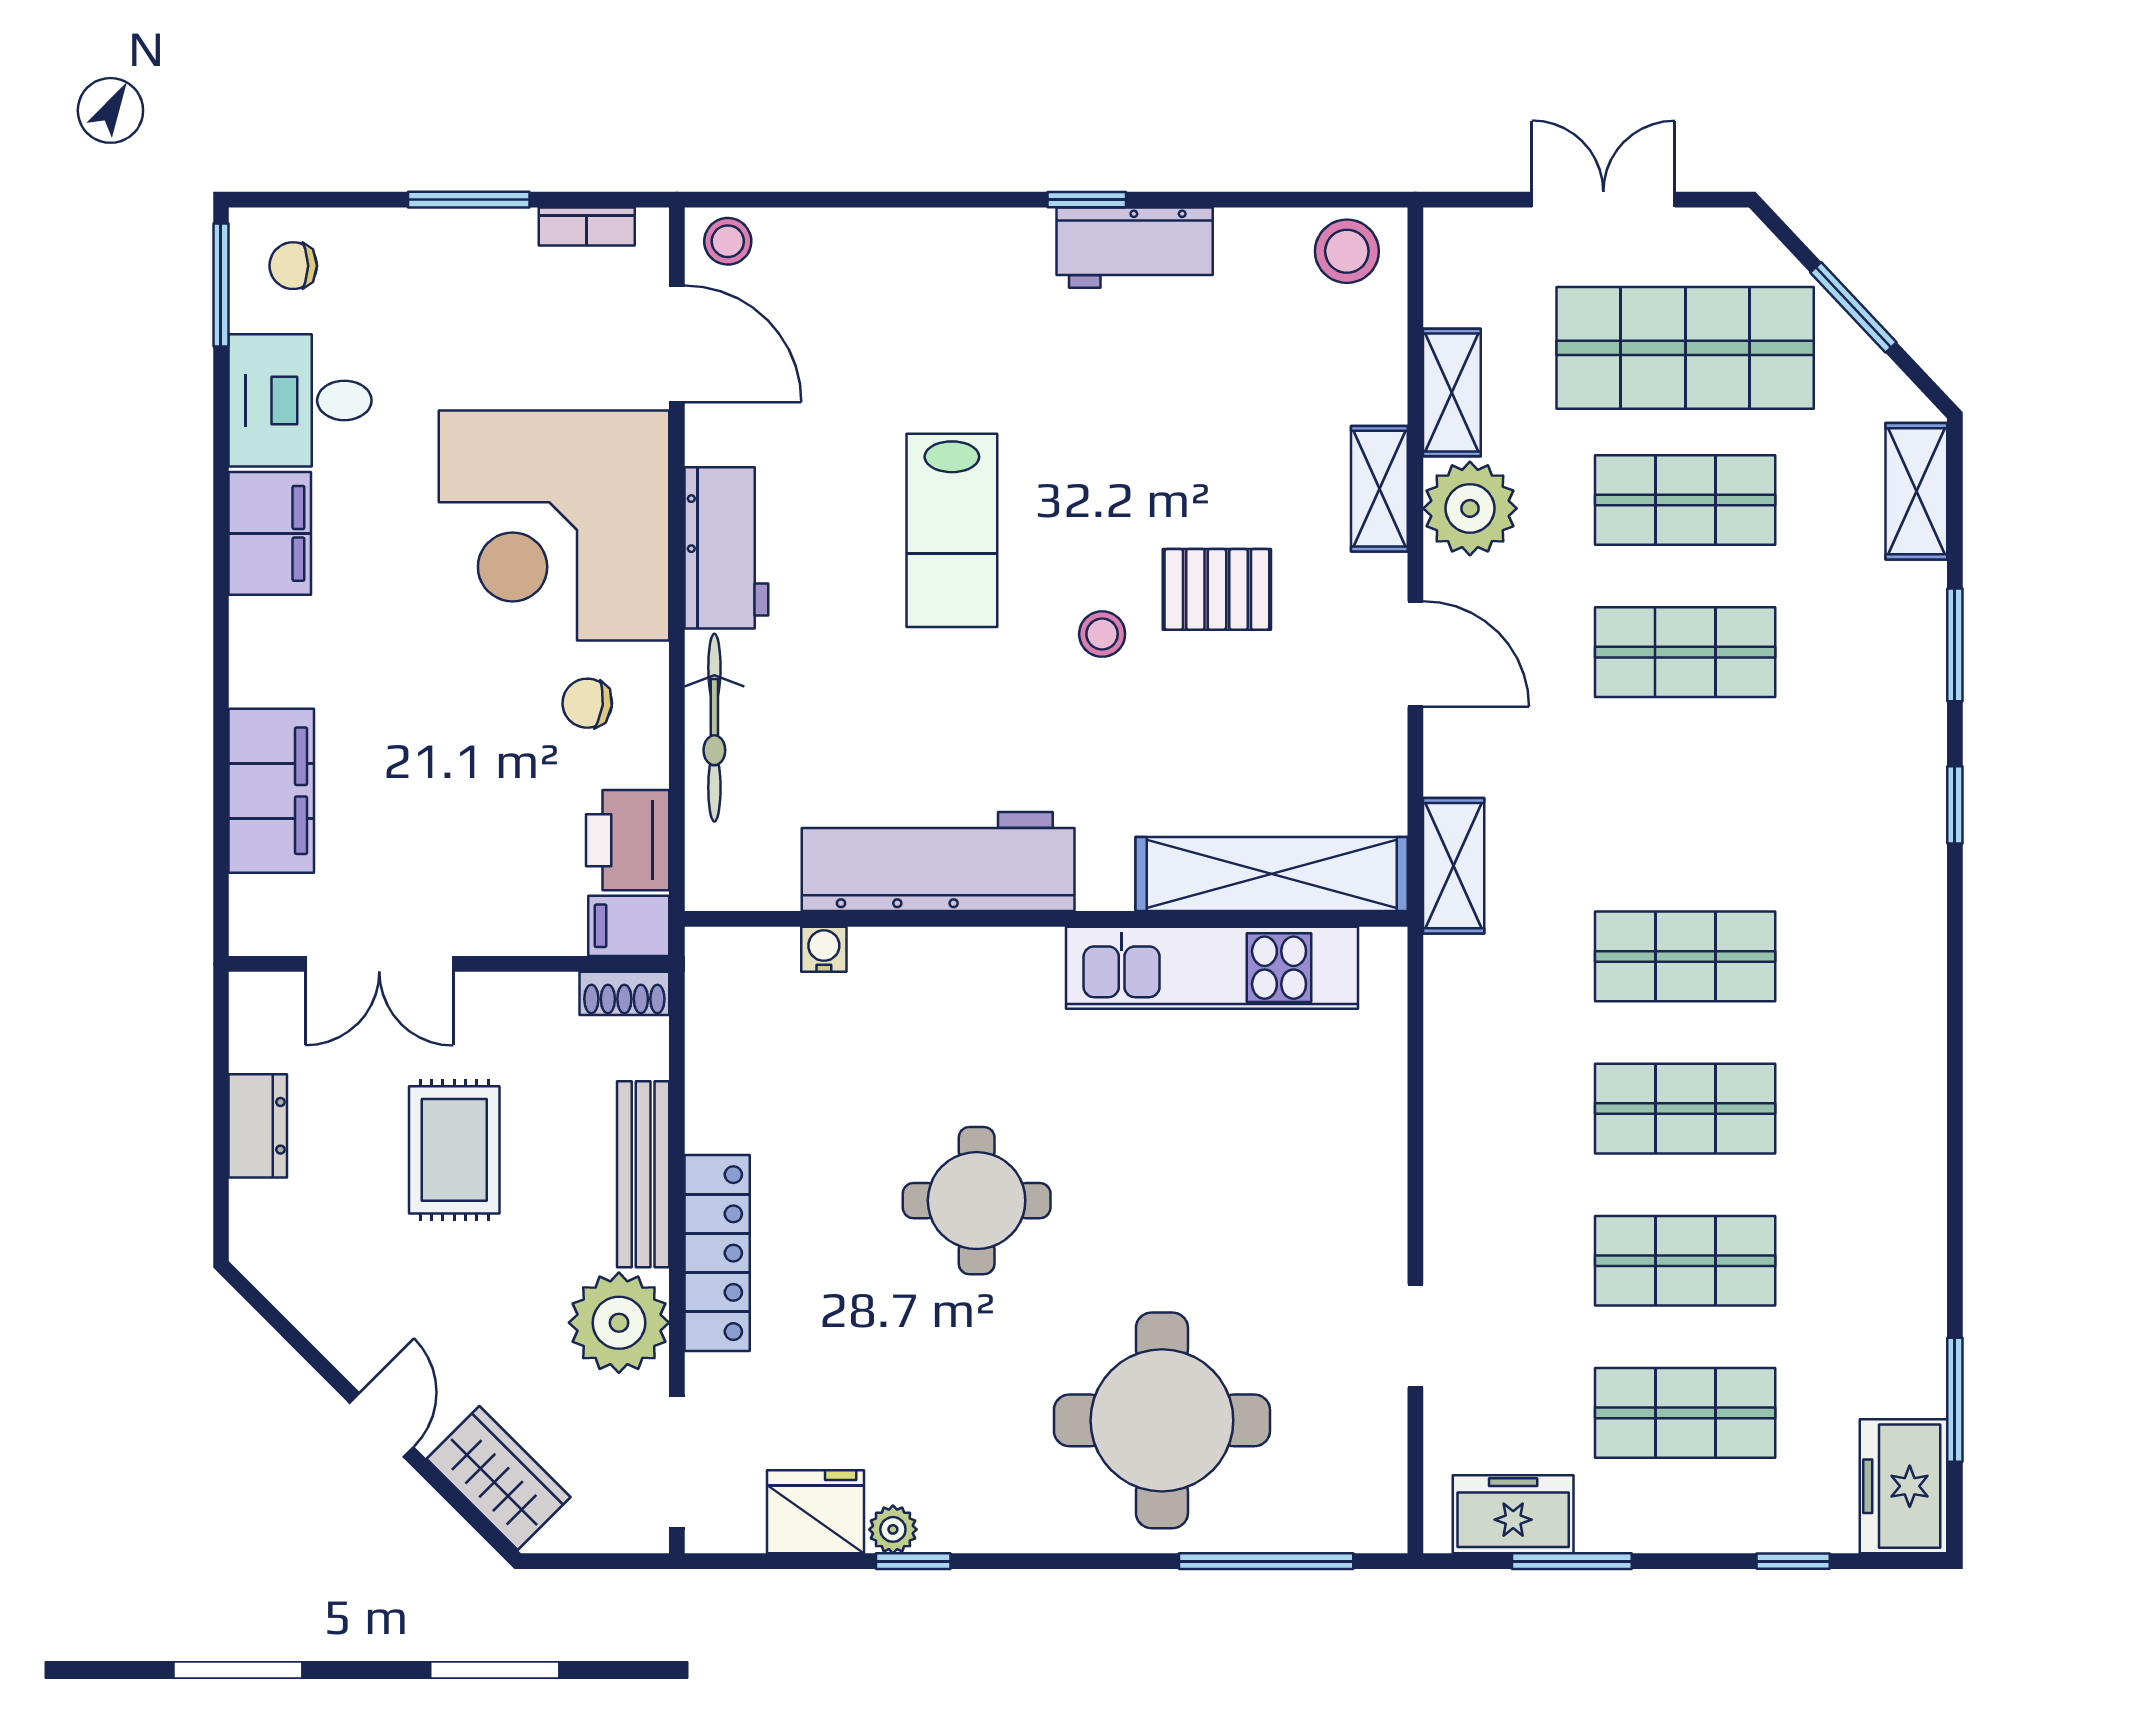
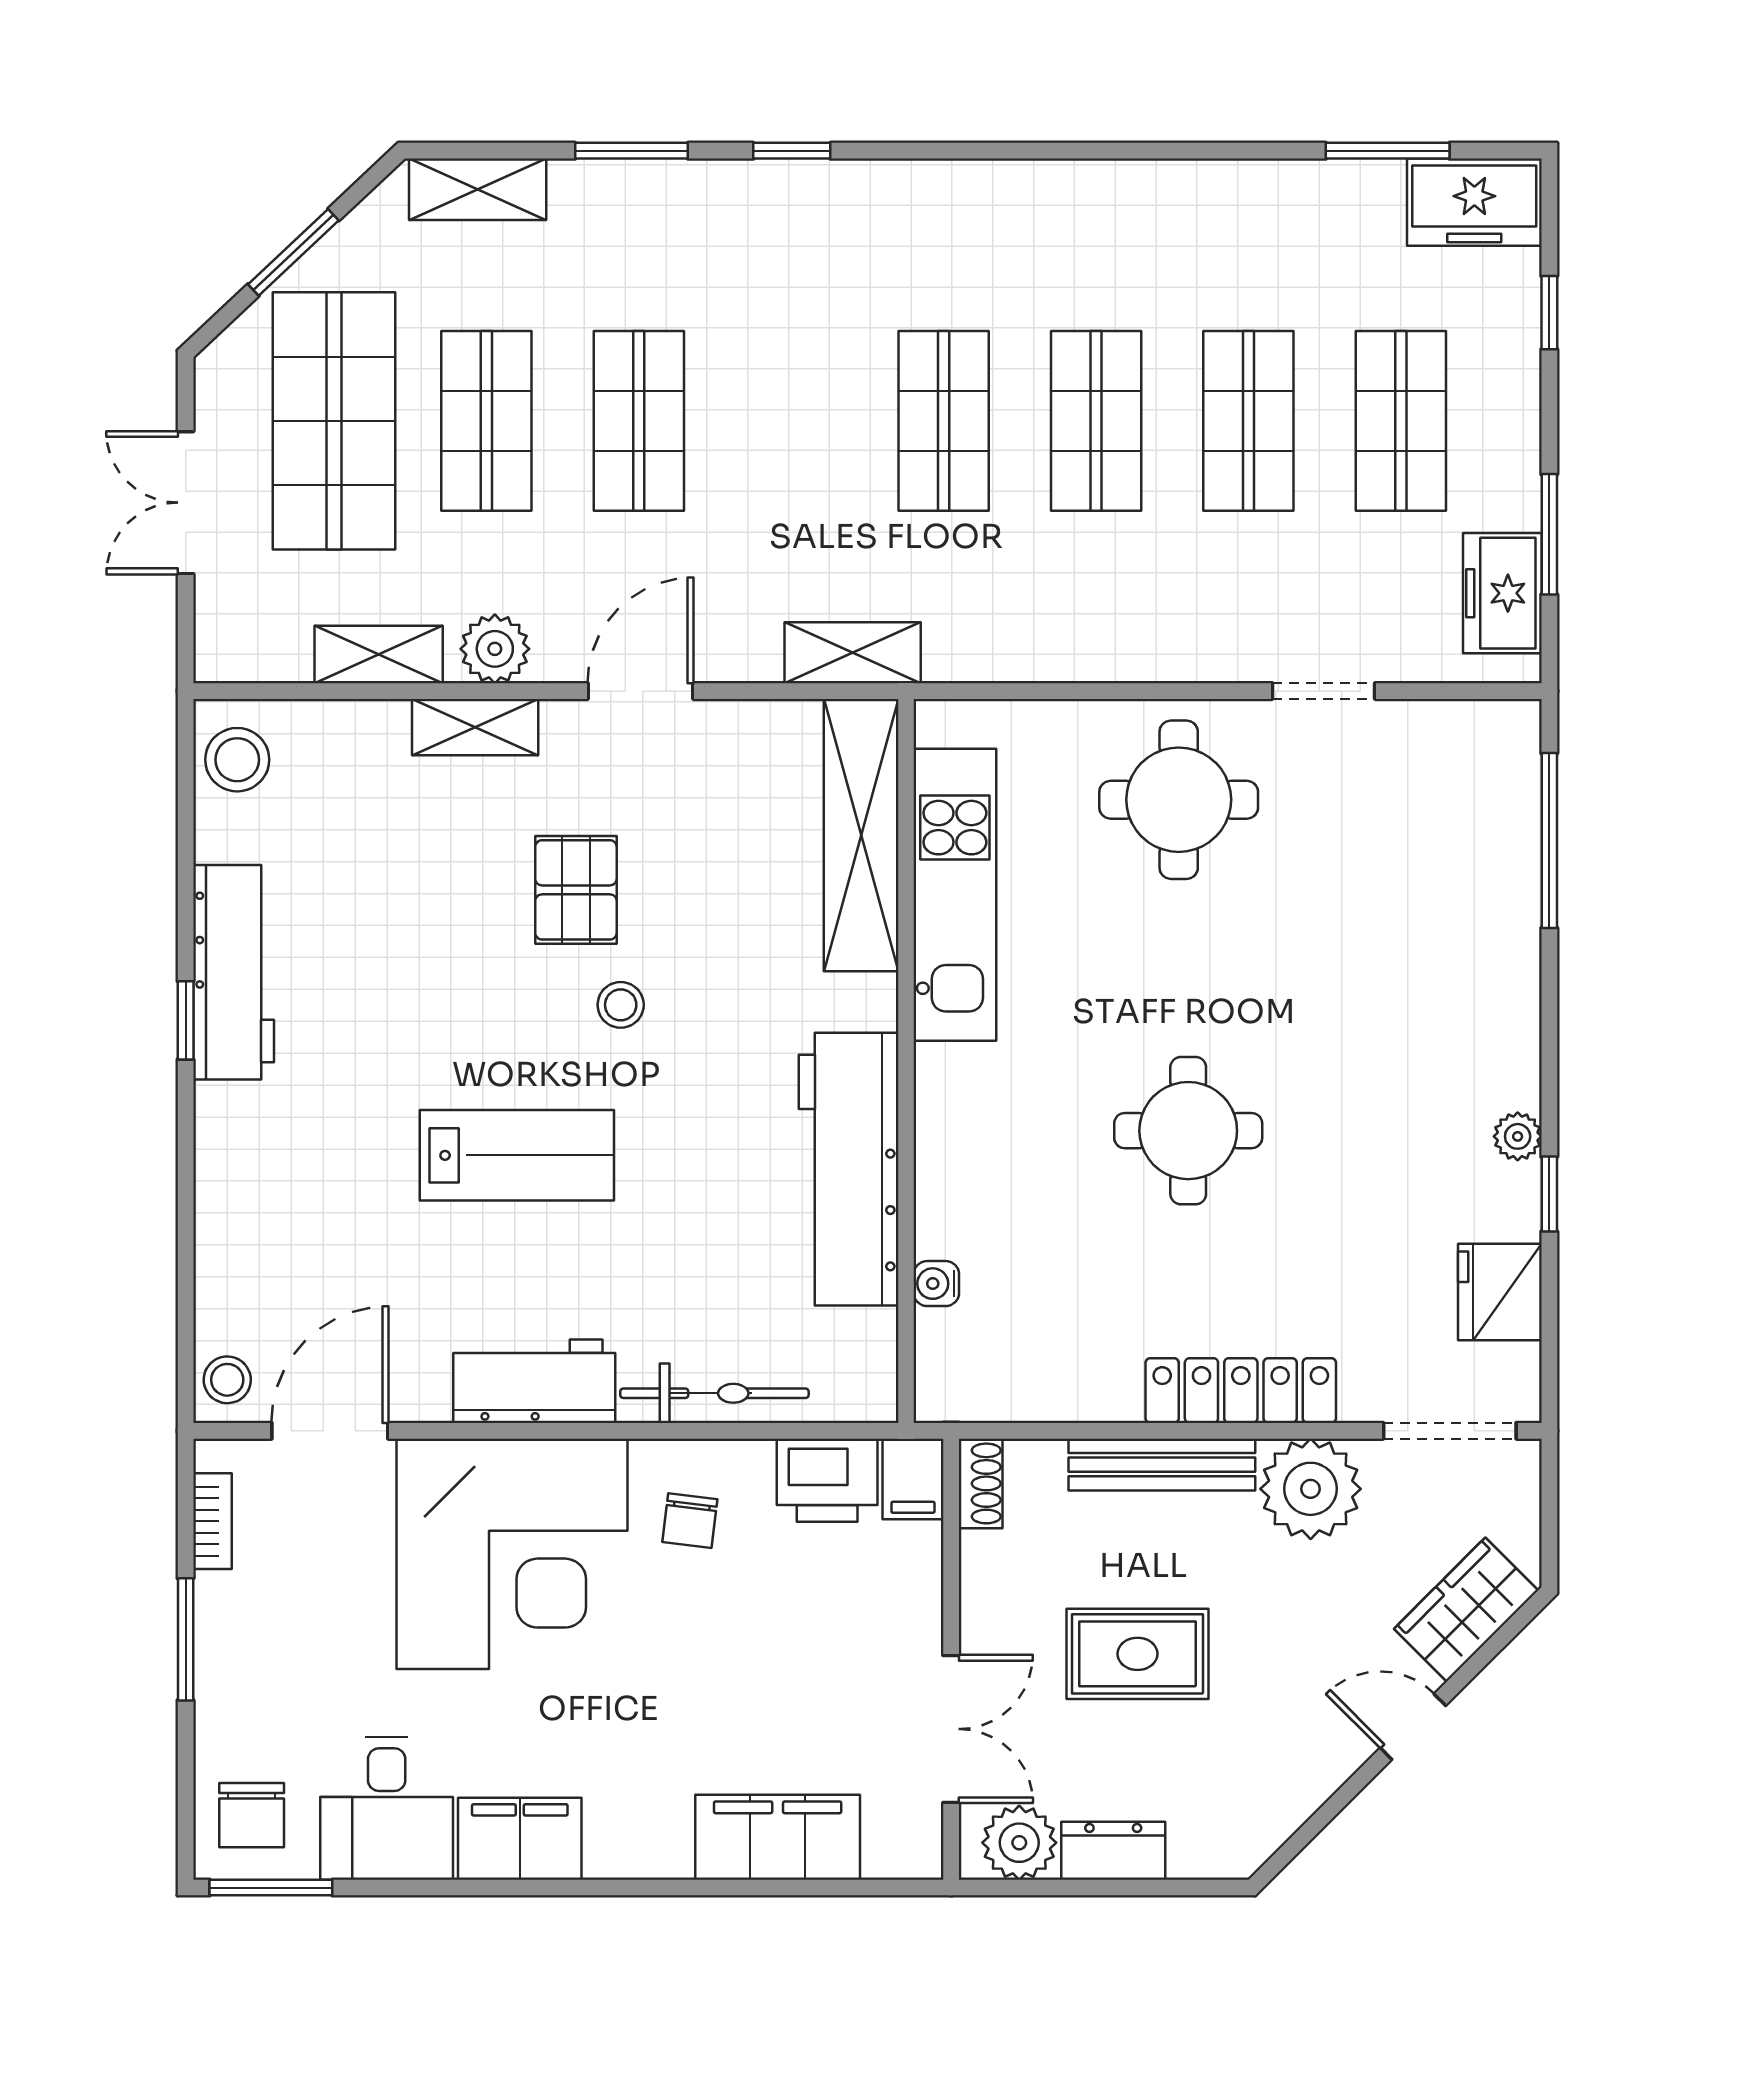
workbench: (1135, 248) -> (234, 972), width x1.38
chair: (293, 266) -> (252, 1815), width x1.37, depth x1.37
plant: (1470, 508) -> (495, 649), width x0.73, depth x0.73
plant: (266, 1032) -> (1019, 1843), added
round table: (1162, 1420) -> (1179, 800), moved, width x0.73, depth x0.73
plant: (893, 1529) -> (1518, 1136), moved

